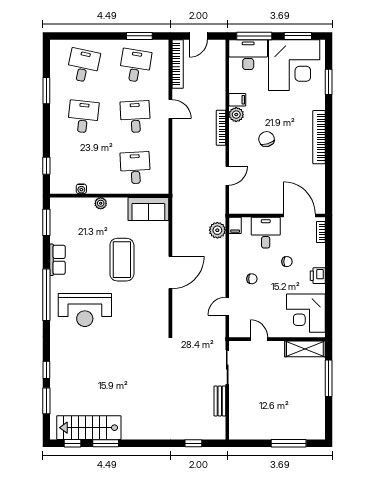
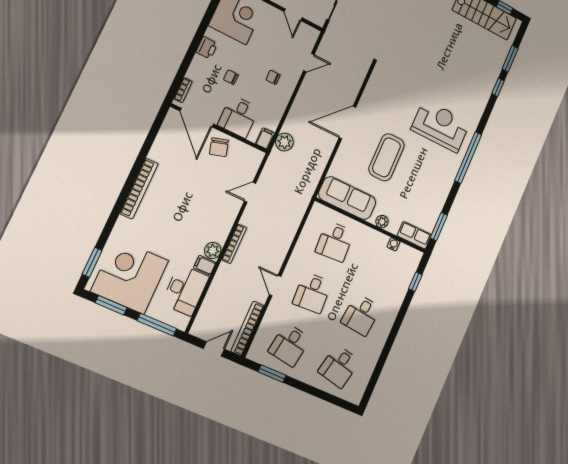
desk: (248, 55) -> (185, 290), moved, turned -90
window: (329, 82) -> (92, 262), moved
window: (46, 91) -> (384, 356), removed
chair: (267, 139) -> (219, 147), moved
sofa: (148, 209) -> (347, 198), width x1.36
row of seats: (57, 260) -> (414, 235), moved, turned 90

